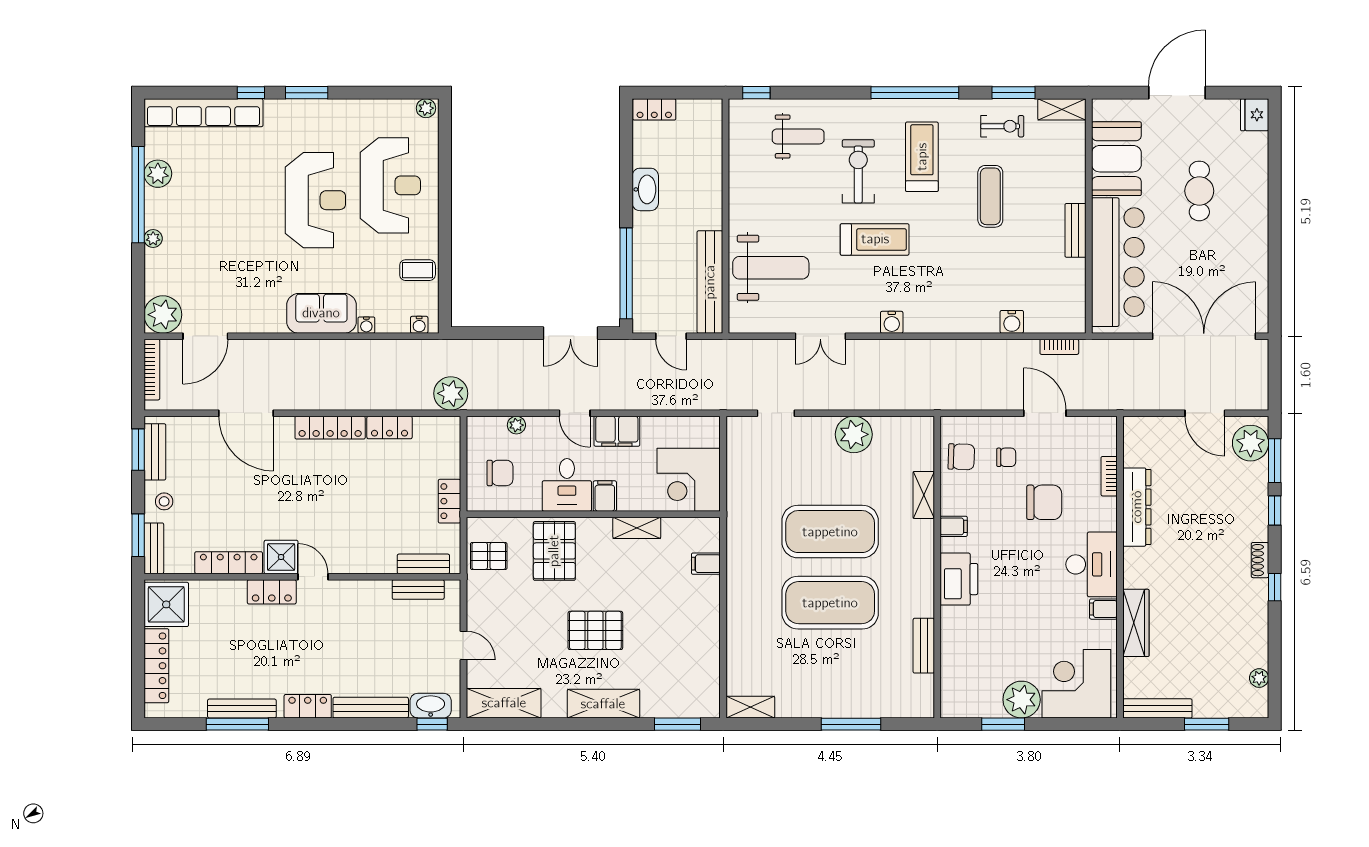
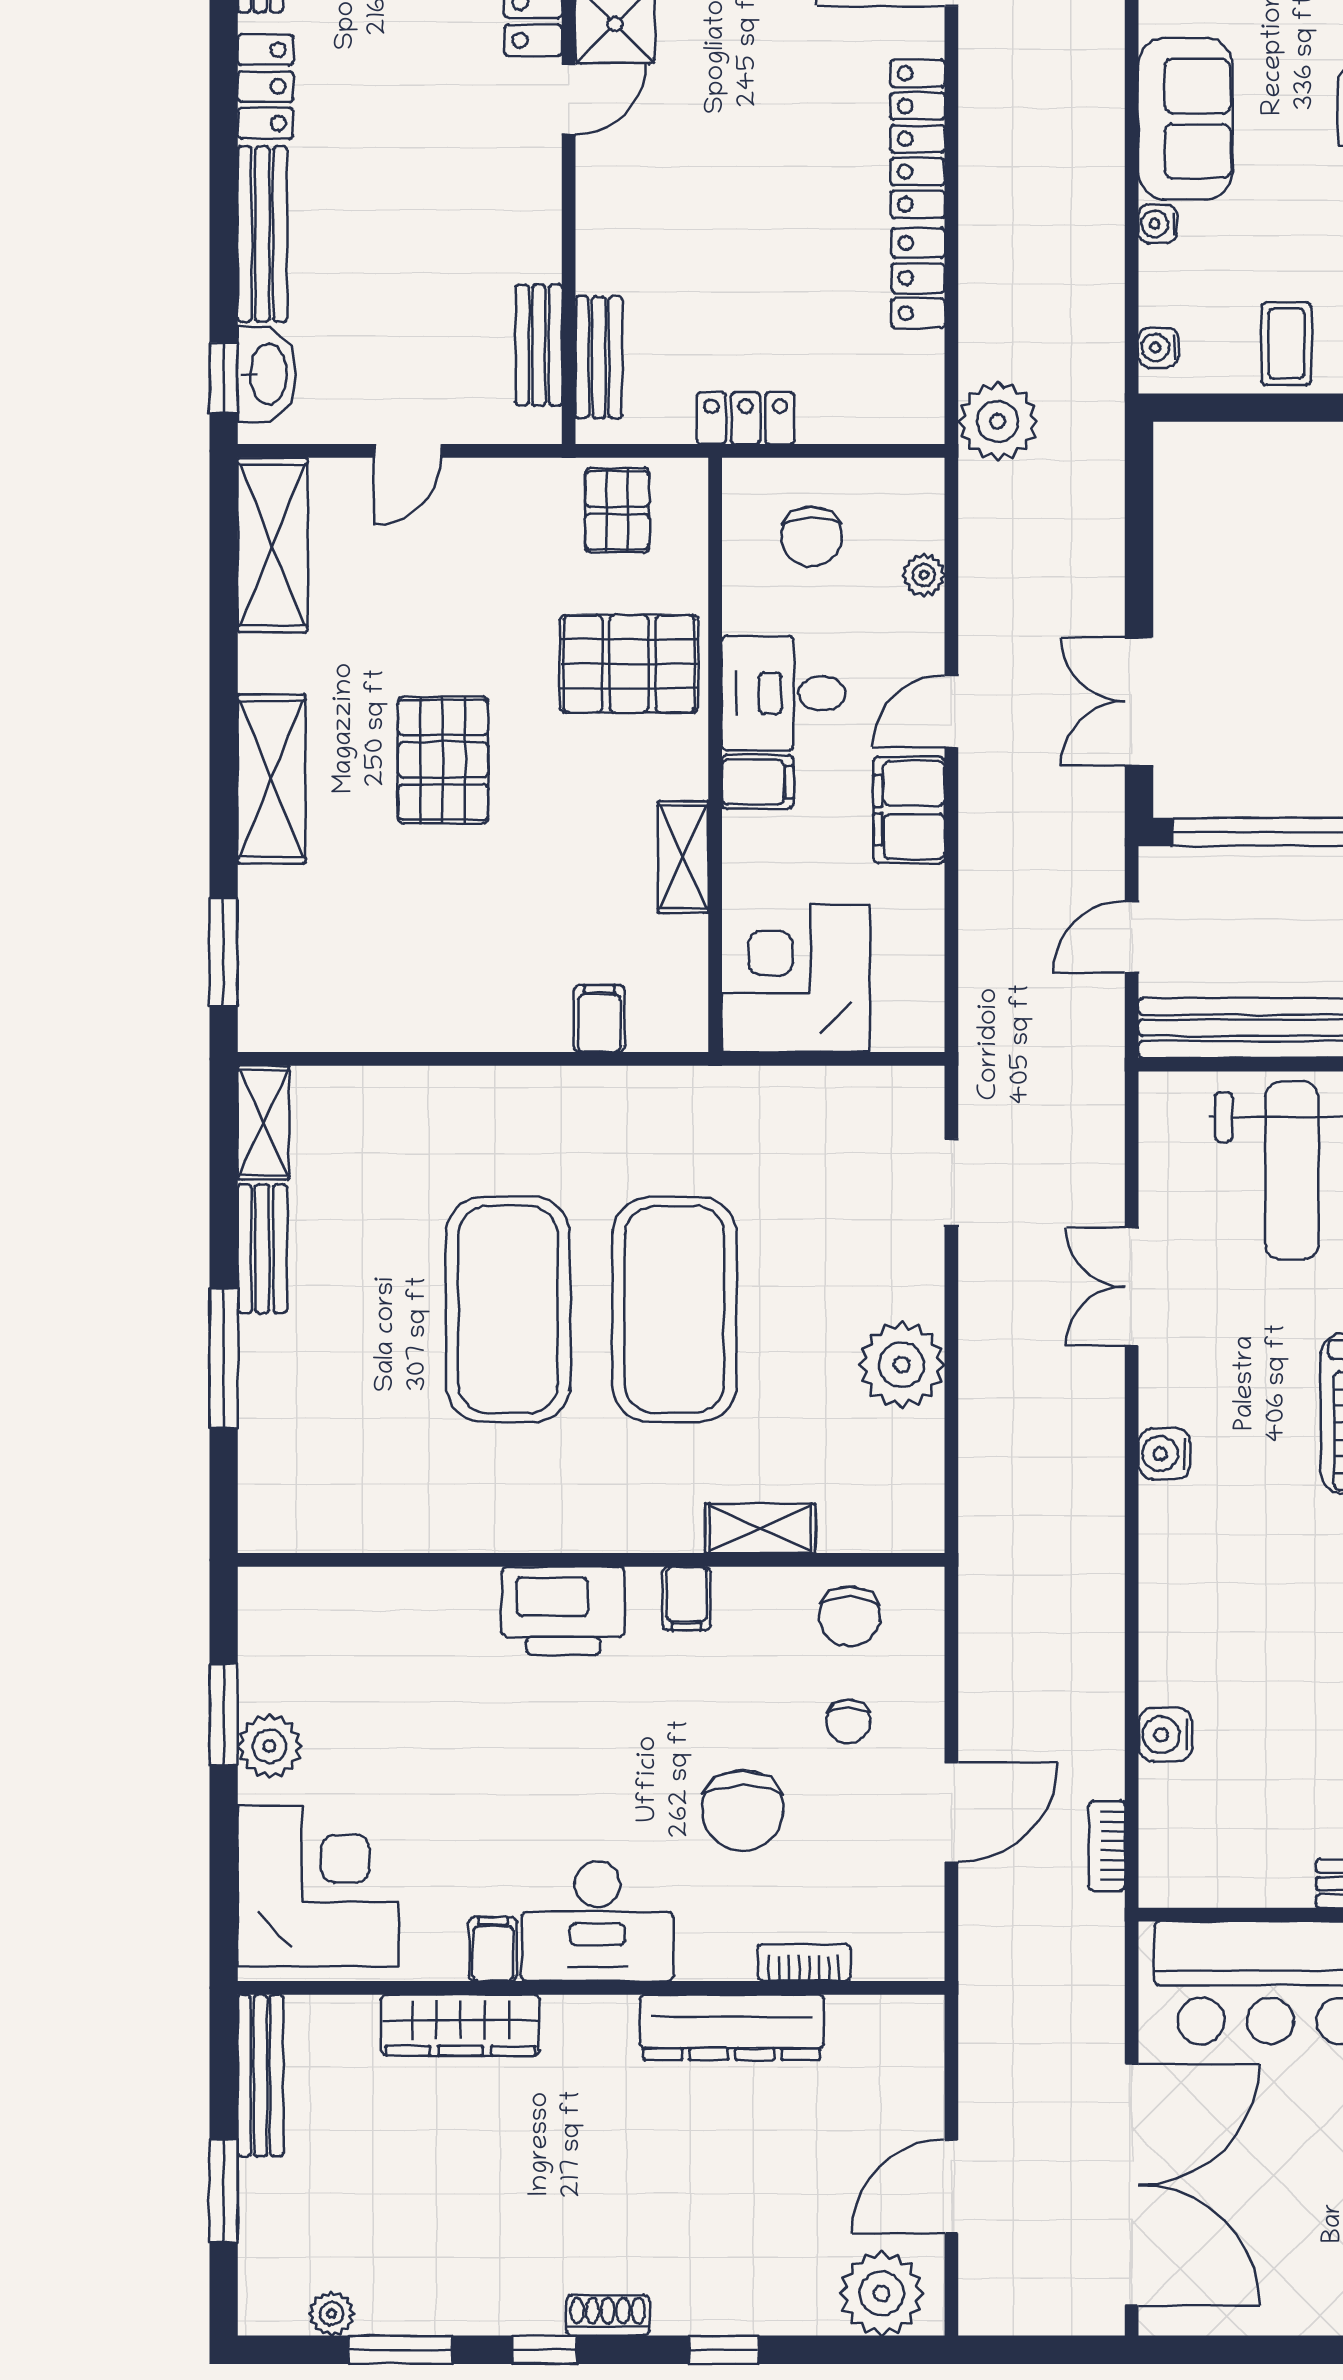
window: (1275, 461) -> (400, 2350), moved
bench: (924, 646) -> (262, 1249), moved, turned 90
plant: (1022, 700) -> (270, 1746), width x0.73, depth x0.73

